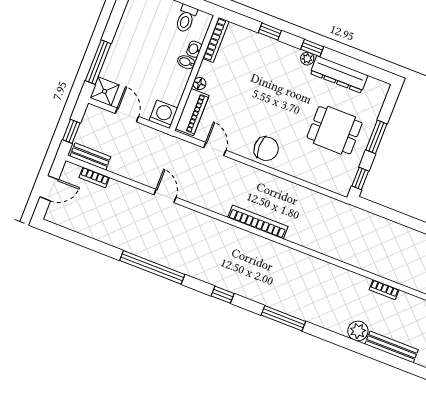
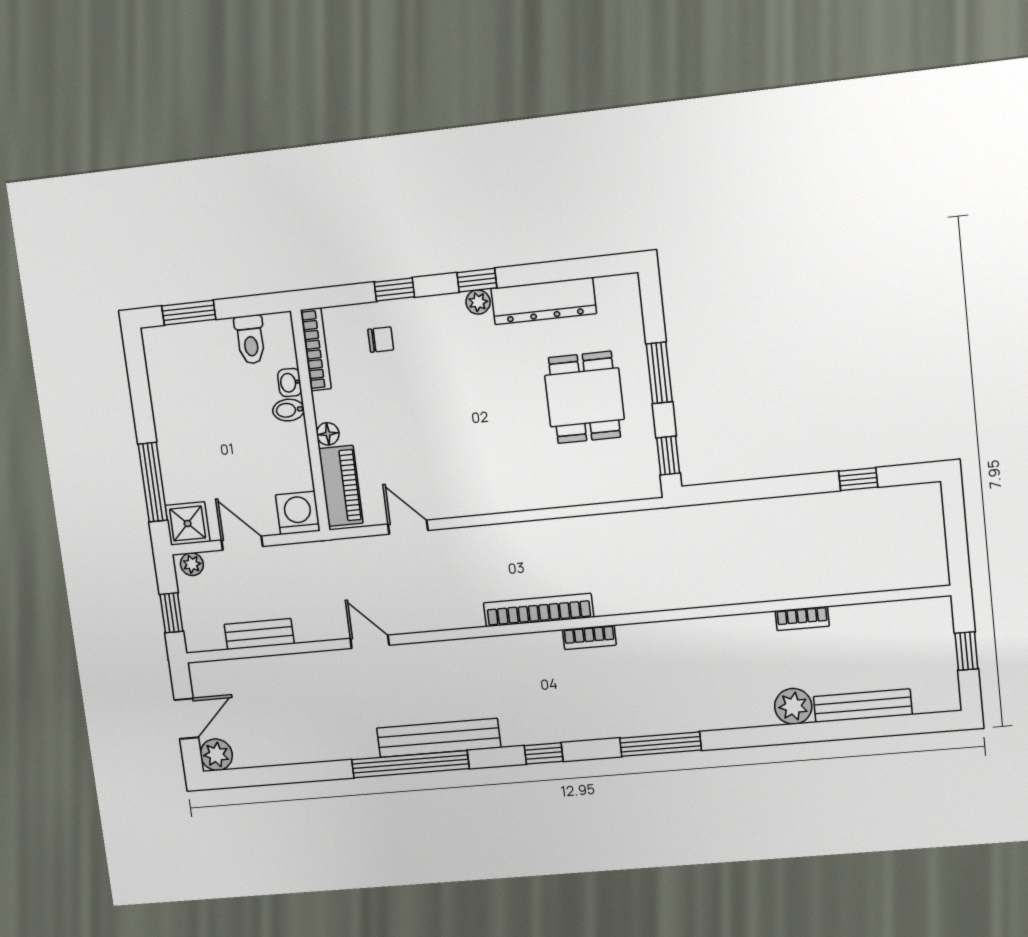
plant: (95, 113) -> (192, 564), added
dining table: (335, 130) -> (584, 397), turned 90
chair: (266, 149) -> (381, 340), moved, width x0.54, depth x0.54
bench: (90, 156) -> (259, 634), moved
bookcase: (94, 177) -> (589, 637), moved
plant: (55, 214) -> (216, 755), added
bench: (174, 261) -> (439, 738), added

